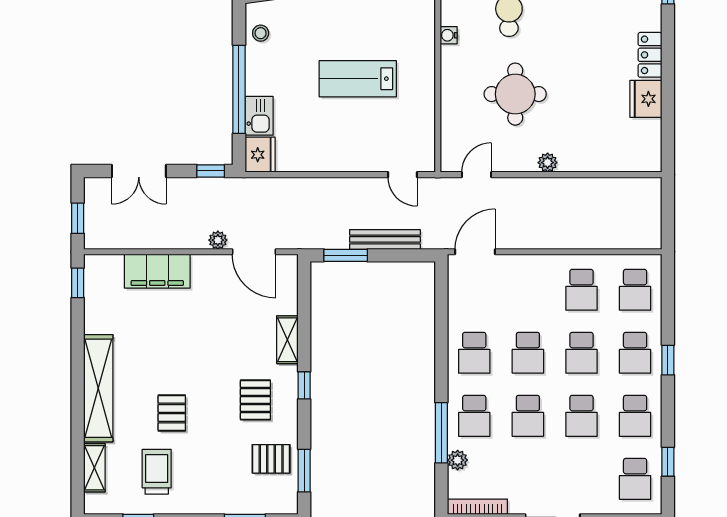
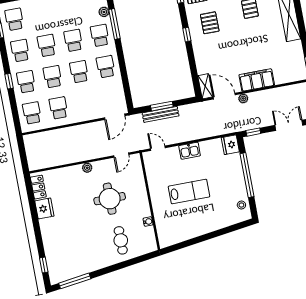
locker: (650, 55) -> (38, 187), moved
kitchen sink: (259, 116) -> (190, 151), moved, turned -90
window: (346, 255) -> (162, 106), moved
filing cabinet: (157, 271) -> (257, 80), moved
shelving: (287, 340) -> (205, 86), moved

